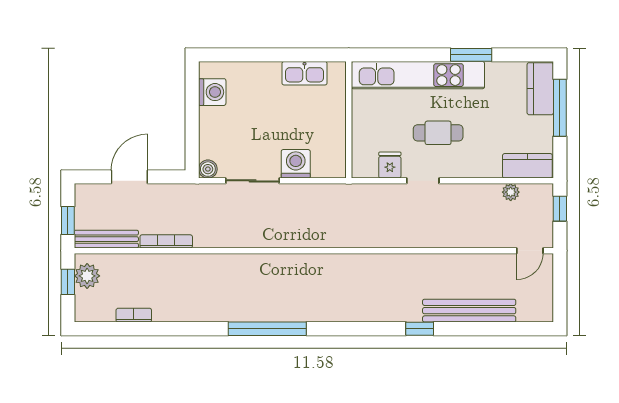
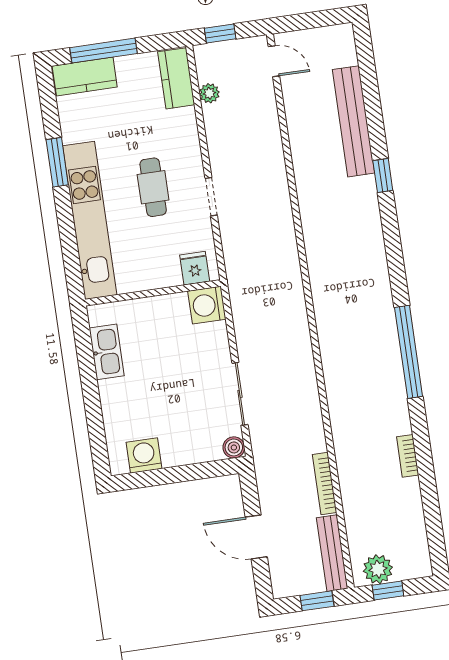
washing machine: (296, 164) -> (207, 305), moved
fridge: (390, 165) -> (195, 268), moved, turned 90
bookcase: (134, 315) -> (408, 456), moved

